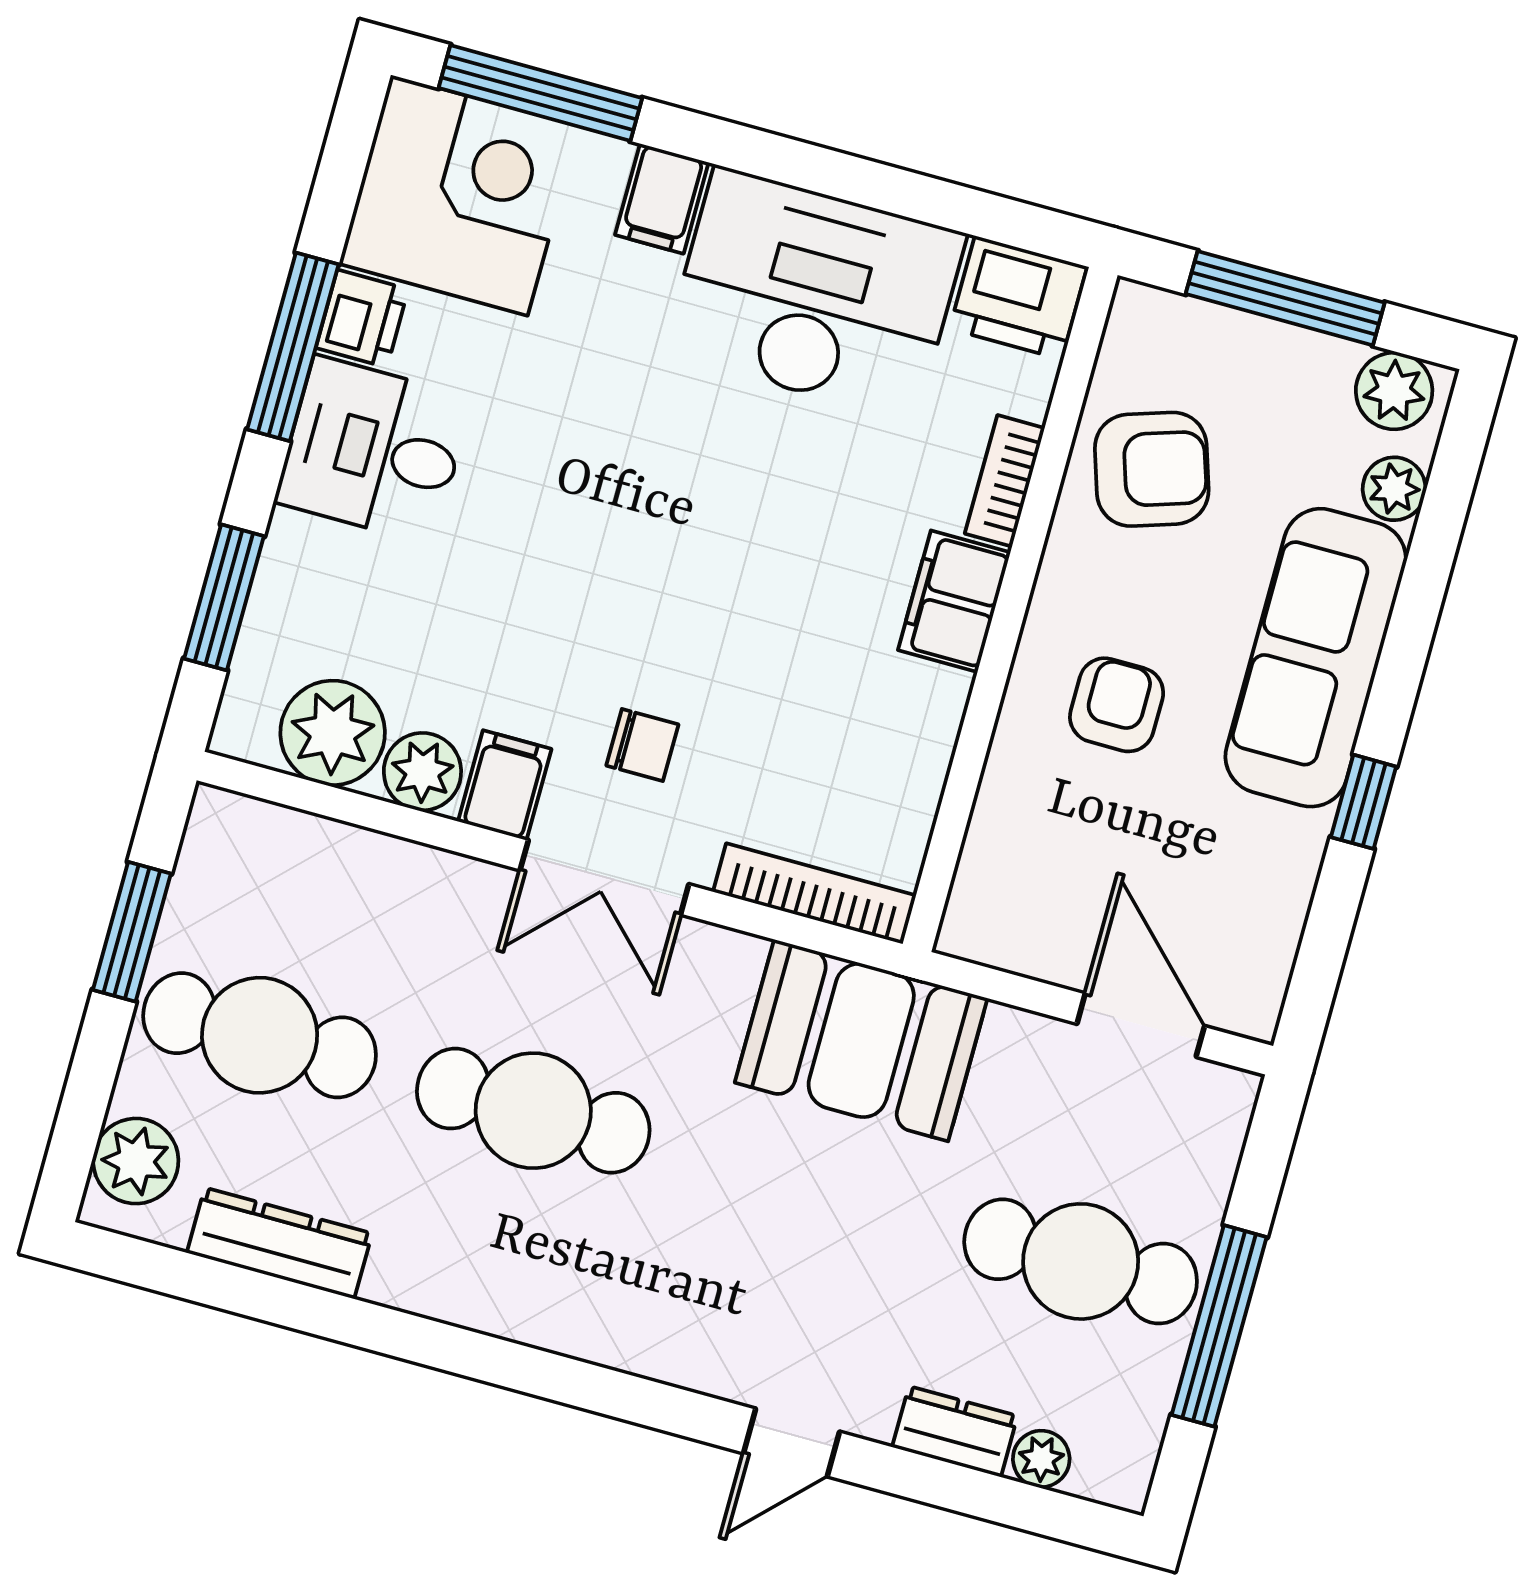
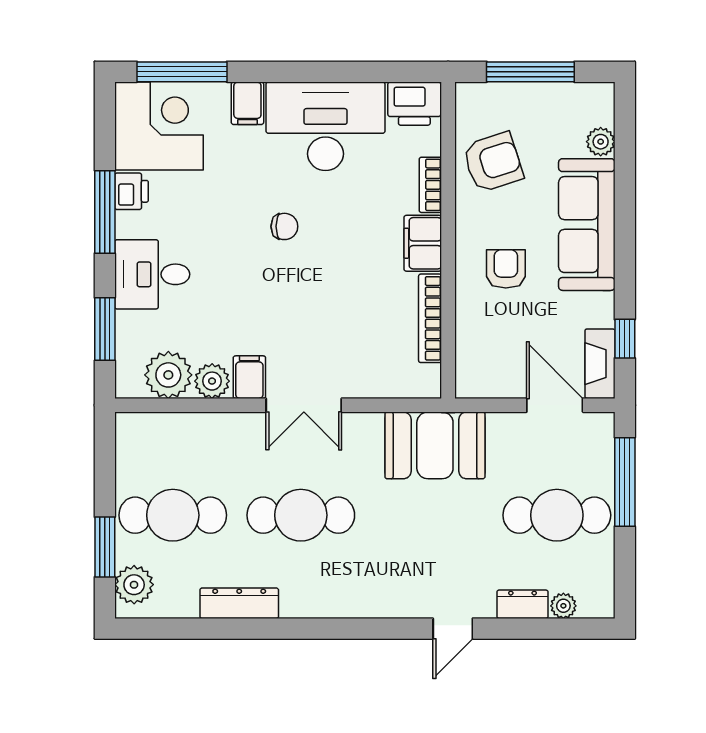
plant: (1394, 391) -> (589, 99), removed
desk: (374, 450) -> (152, 274), moved
chair: (642, 745) -> (284, 226), moved
window: (1364, 802) -> (625, 339), moved
bookcase: (814, 894) -> (430, 318), moved, turned -90
window: (132, 932) -> (105, 547), moved
fireplace: (1262, 963) -> (600, 364), added
dresser: (279, 1243) -> (239, 603), moved
window: (1219, 1326) -> (625, 482), moved

